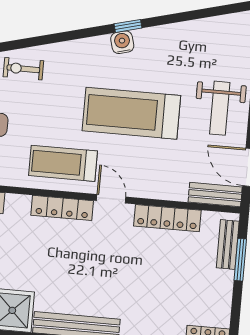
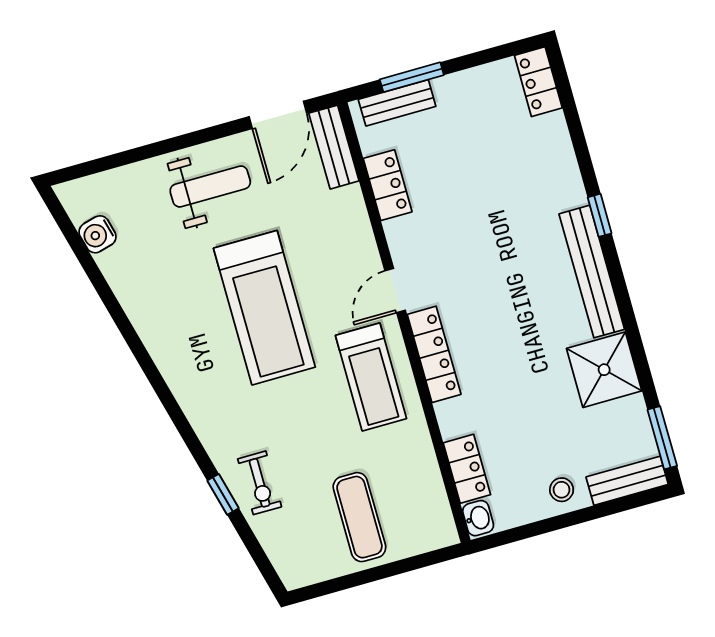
window: (128, 26) -> (223, 494), moved
water cooler: (122, 42) -> (98, 234), moved
locker: (167, 218) -> (388, 185), width x0.66

